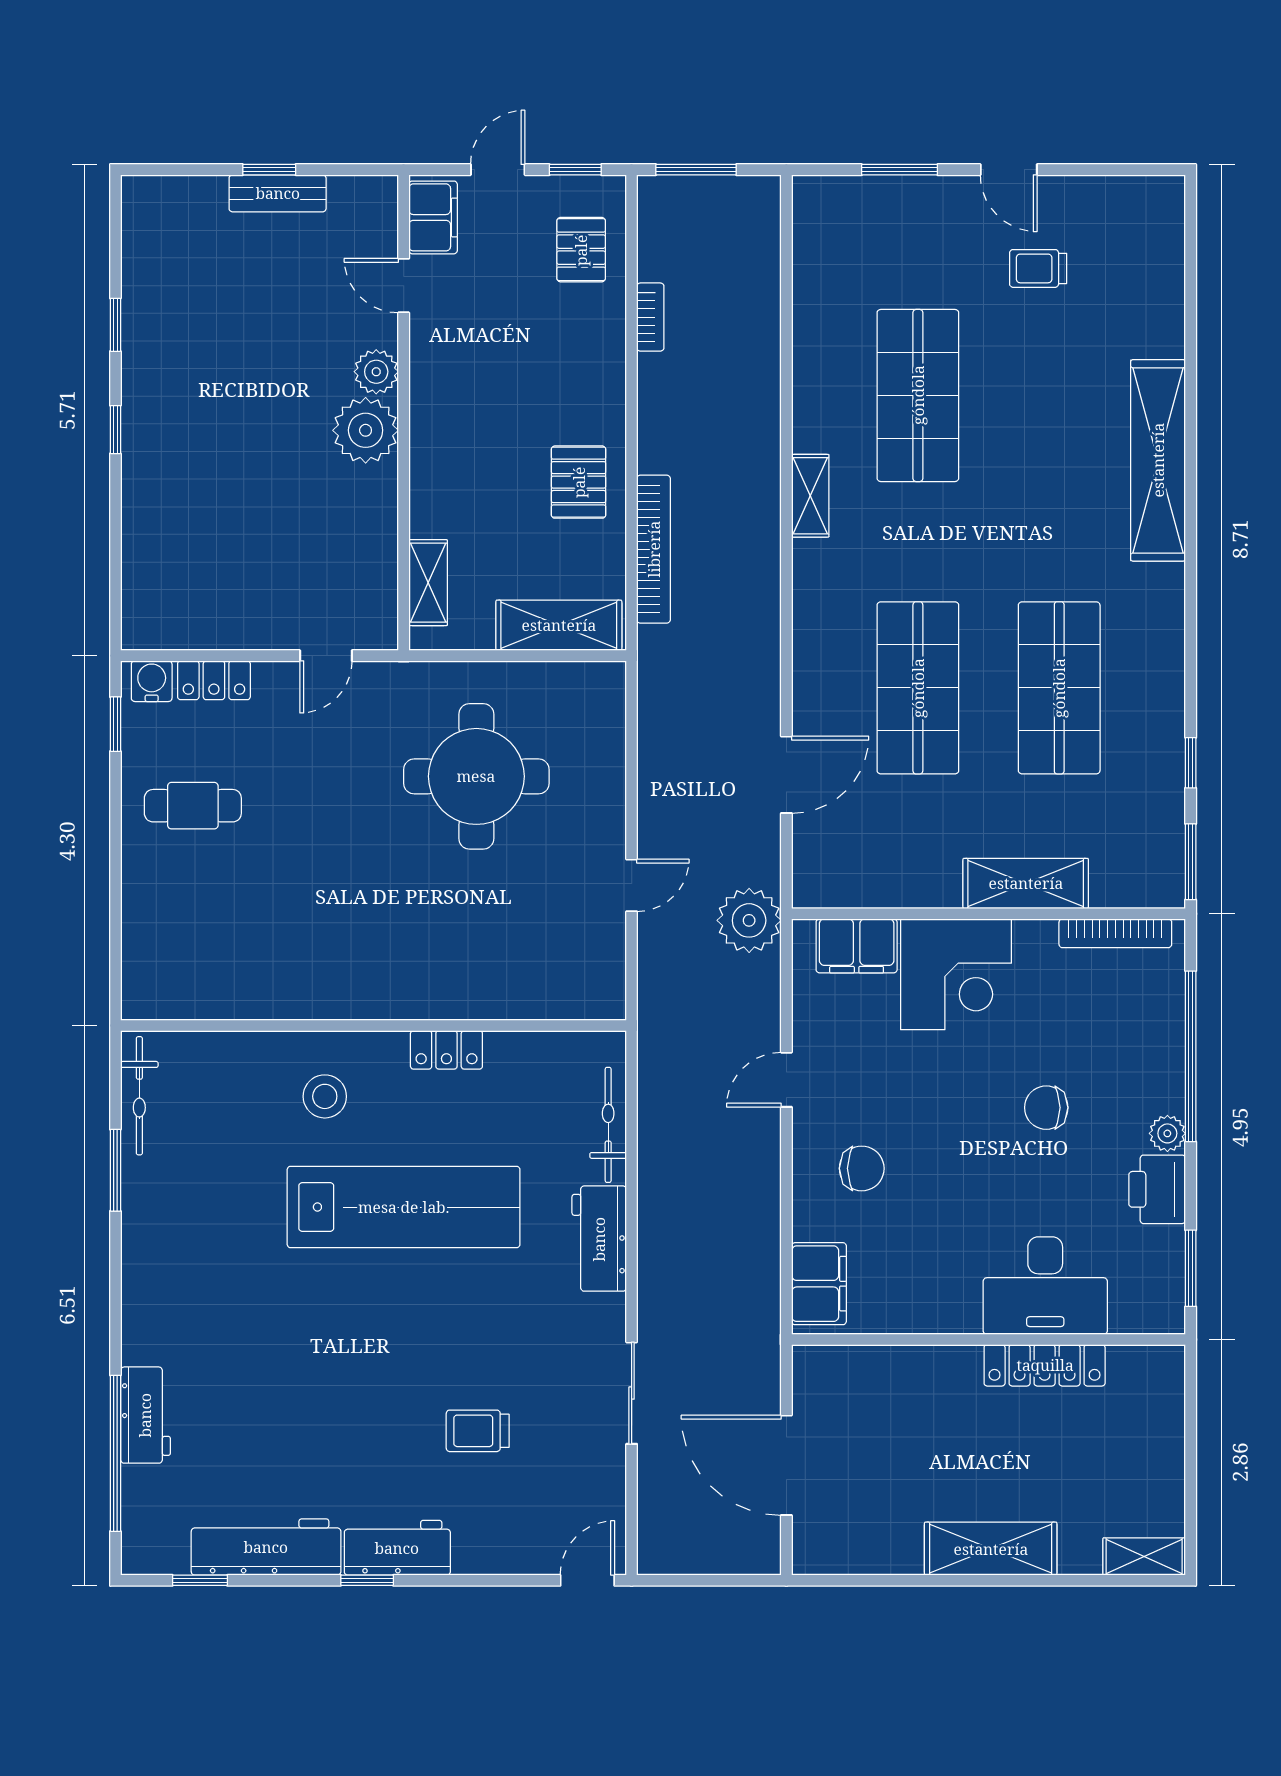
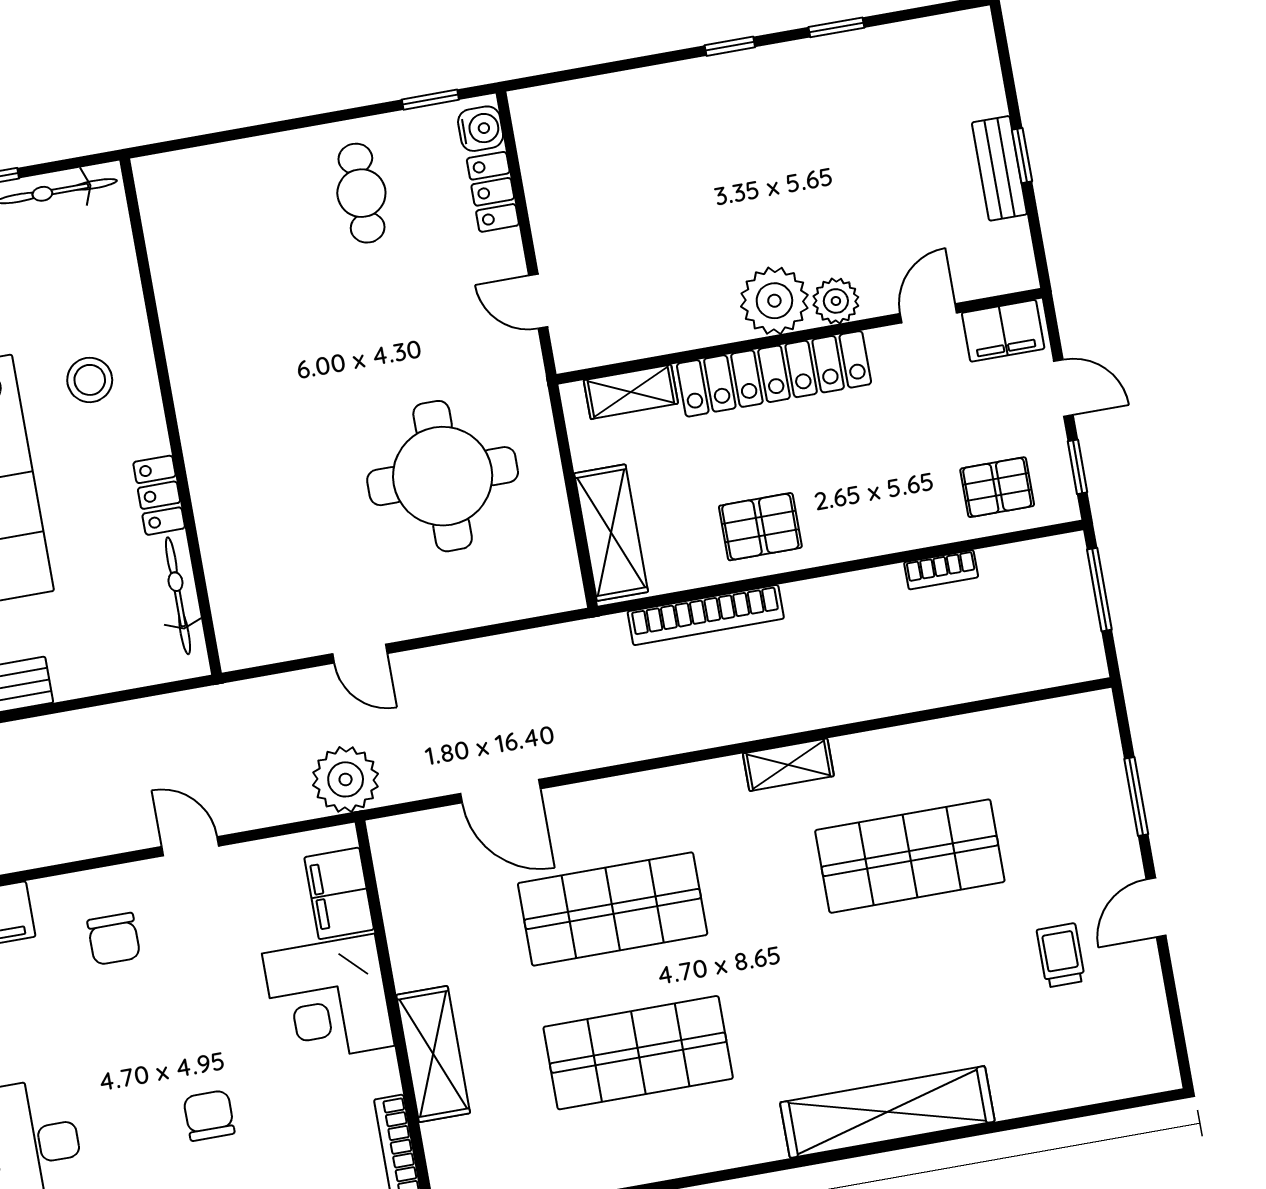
locker: (435, 443) -> (774, 374), added
bicycle: (608, 1125) -> (178, 596), moved, turned -90

